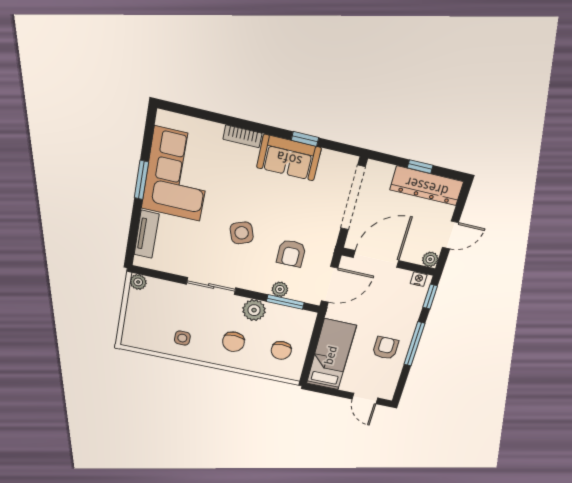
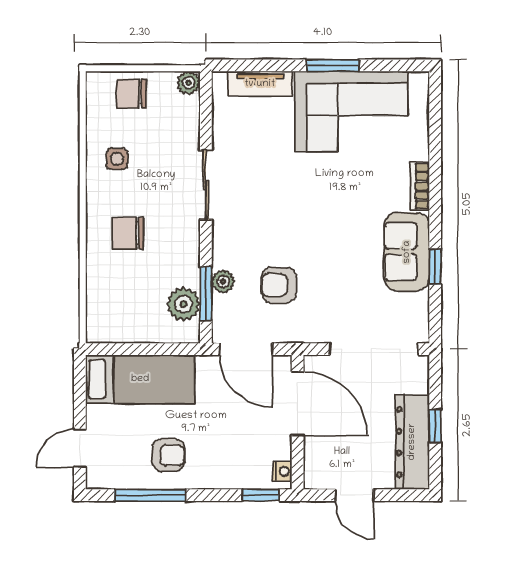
side table: (242, 233) -> (292, 211), removed
plant: (430, 259) -> (314, 478), removed
plant: (254, 310) -> (184, 304), moved
window: (414, 344) -> (150, 495), moved
chair: (281, 350) -> (131, 94), moved

